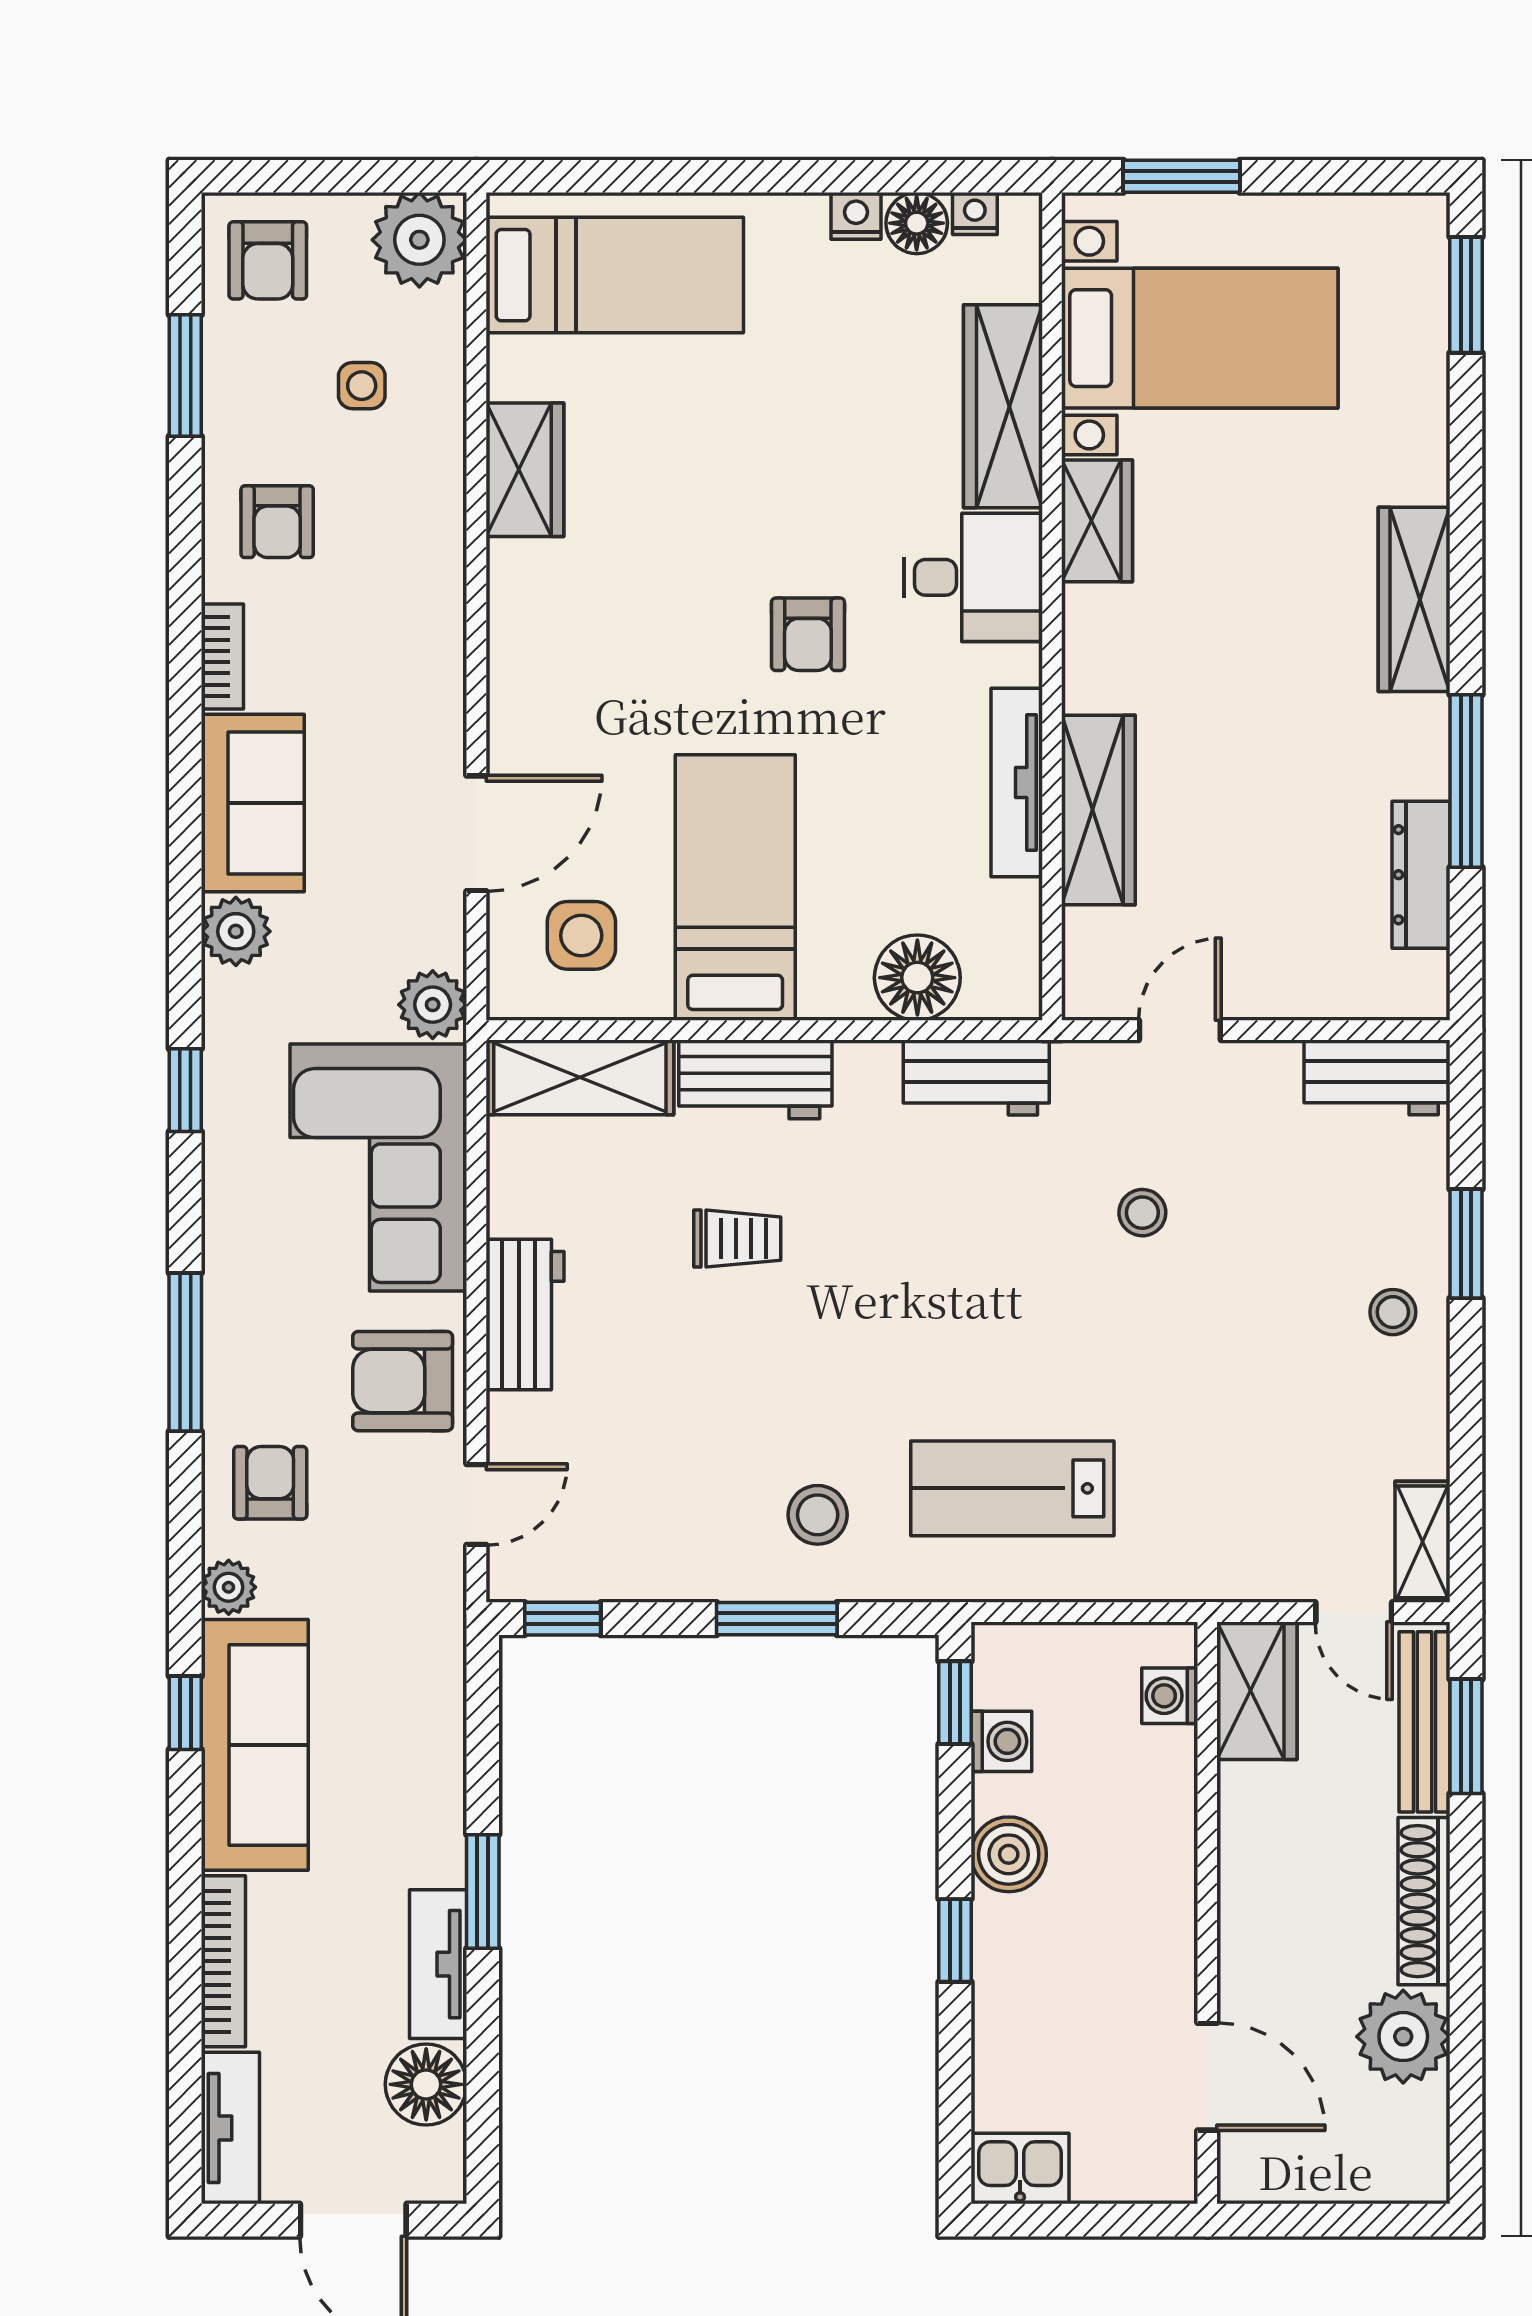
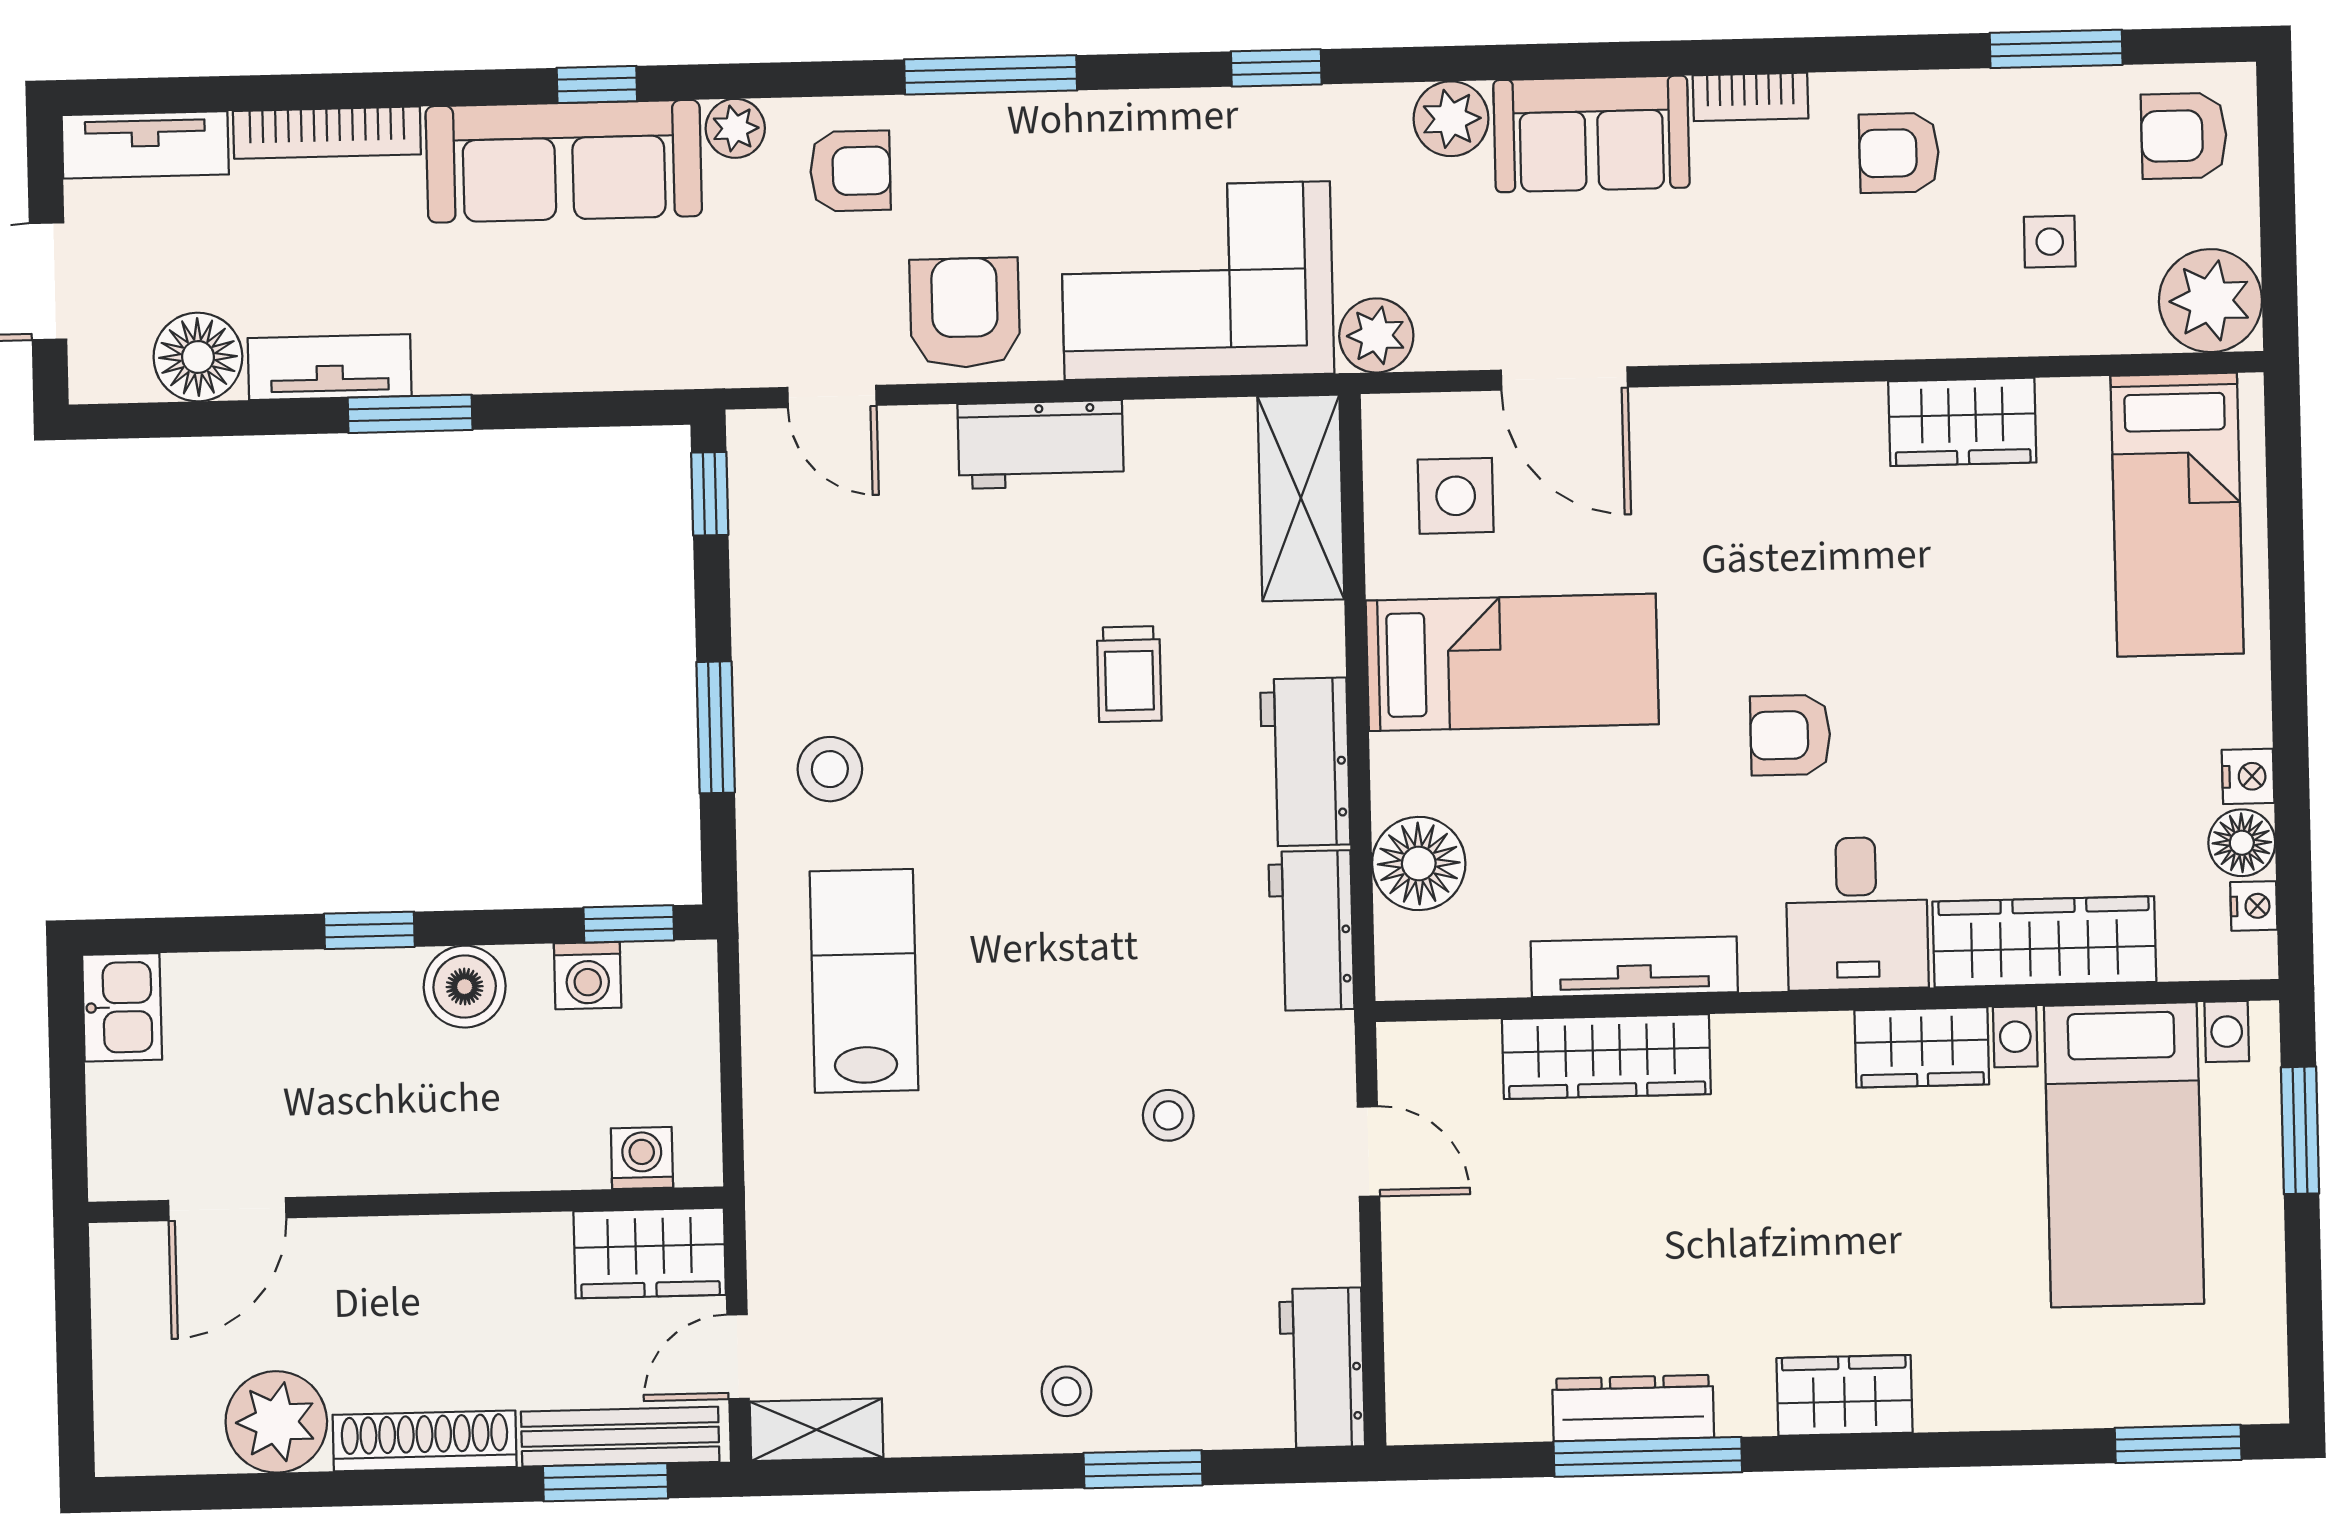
wardrobe: (1414, 599) -> (1844, 1395), width x0.67
dresser: (1421, 875) -> (1633, 1408), moved
workbench: (755, 1079) -> (1305, 762), moved

